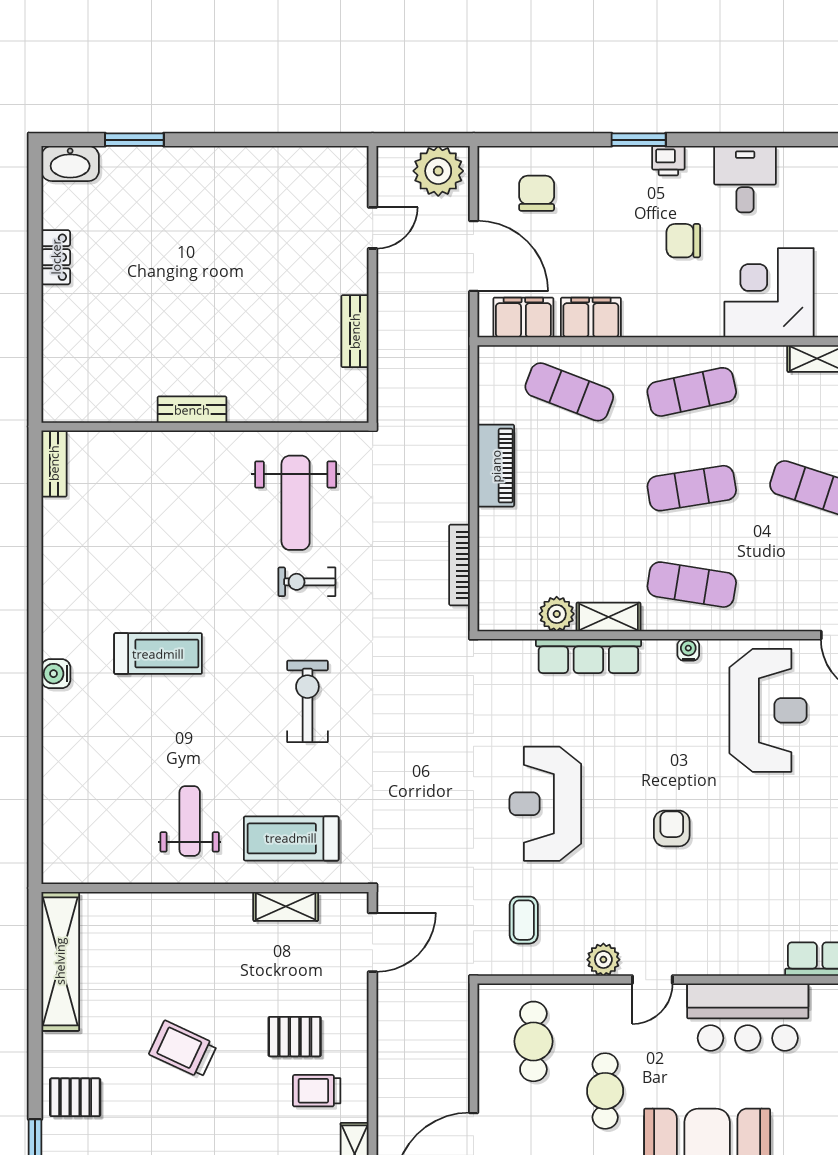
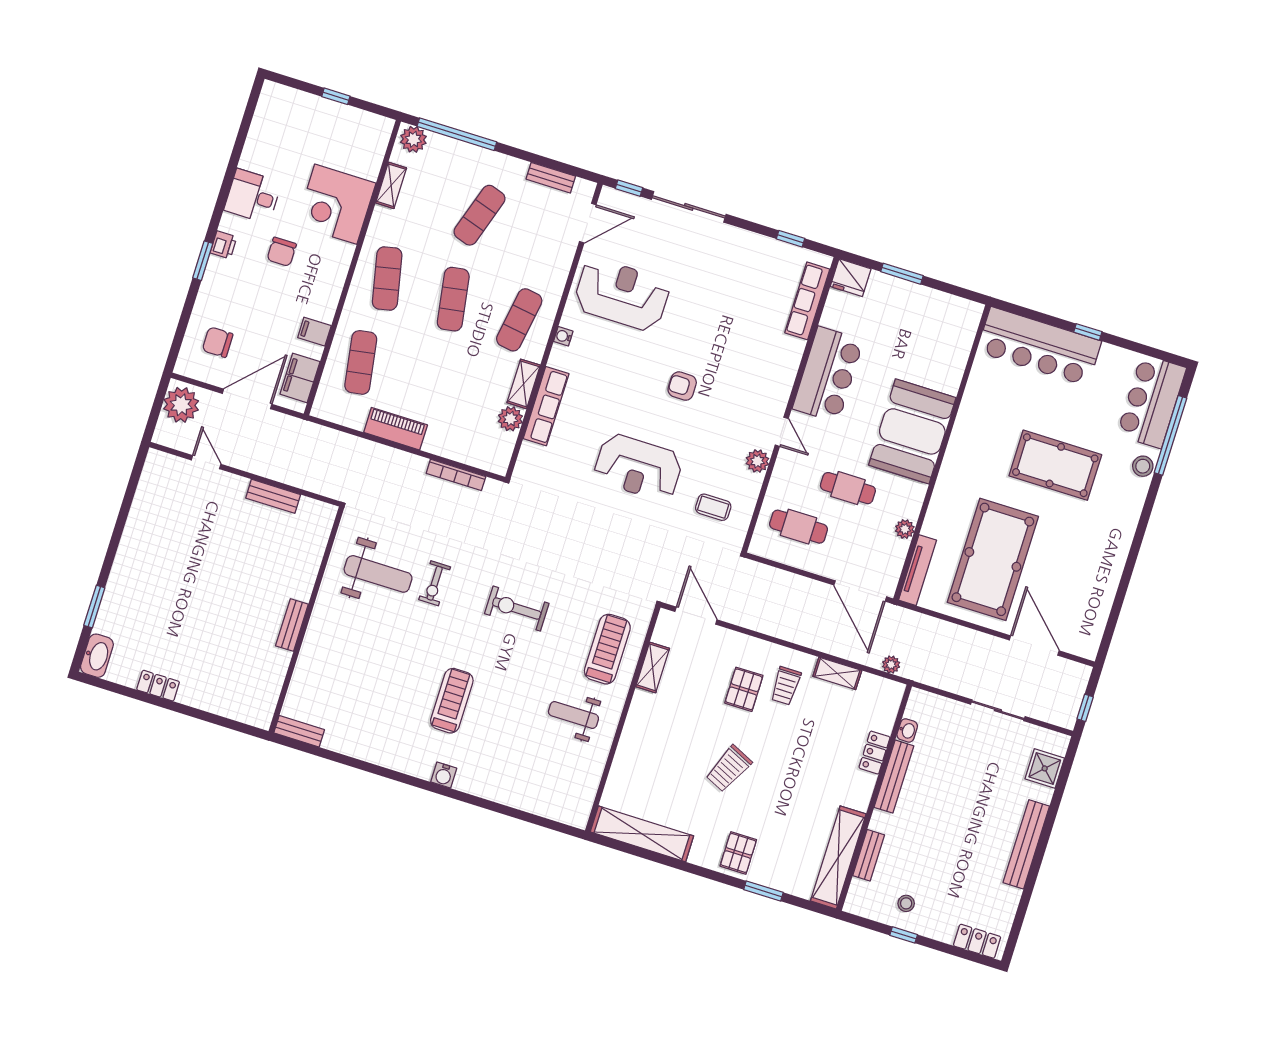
filing cabinet: (591, 317) -> (314, 332), width x0.50
exercise mat: (569, 392) -> (361, 362), turned -30
treadmill: (291, 838) -> (607, 649), turned 180

